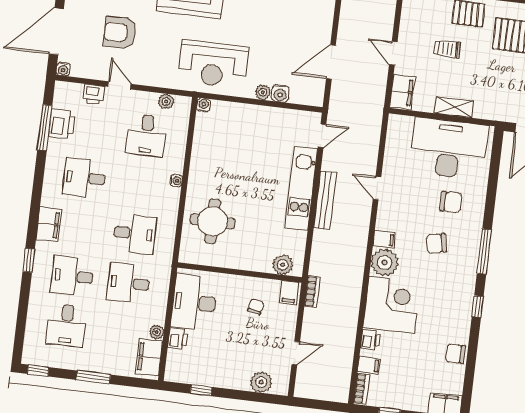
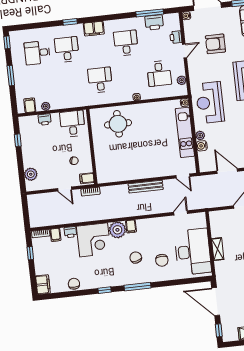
armchair: (120, 33) -> (215, 44), turned -90
filing cabinet: (402, 92) -> (219, 217), removed
desk: (146, 135) -> (159, 73), turned -90
kitchen unit: (301, 188) -> (185, 132), moved, turned -90
door: (377, 188) -> (181, 213), moved
desk: (135, 234) -> (100, 80), turned 180
plant: (283, 265) -> (102, 171), removed
desk: (129, 283) -> (70, 83), removed
desk: (194, 302) -> (72, 124), width x0.73
door: (296, 353) -> (65, 189), moved
filing cabinet: (149, 357) -> (30, 105), width x0.50

